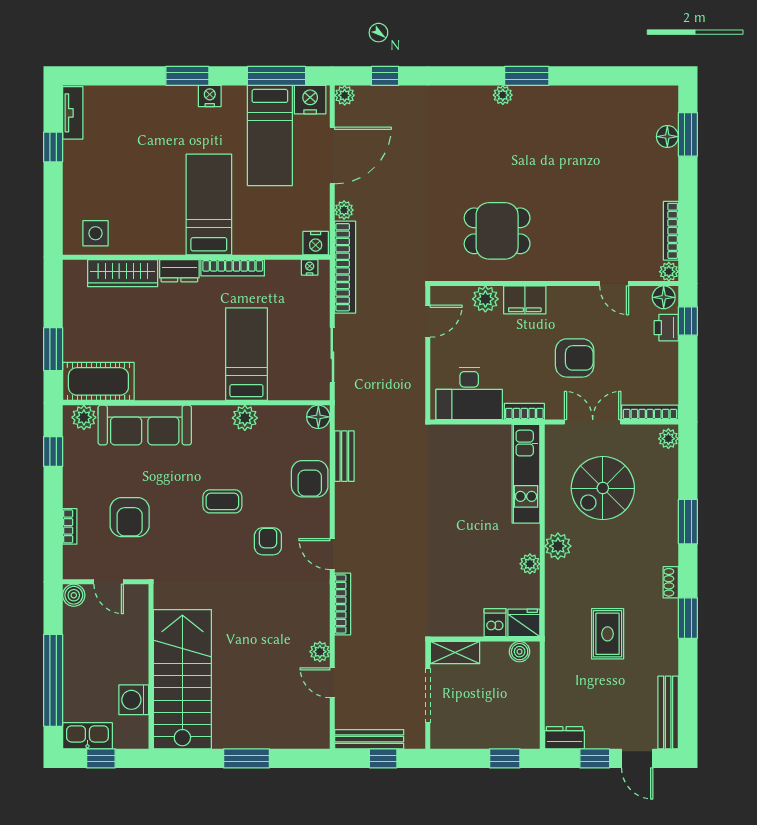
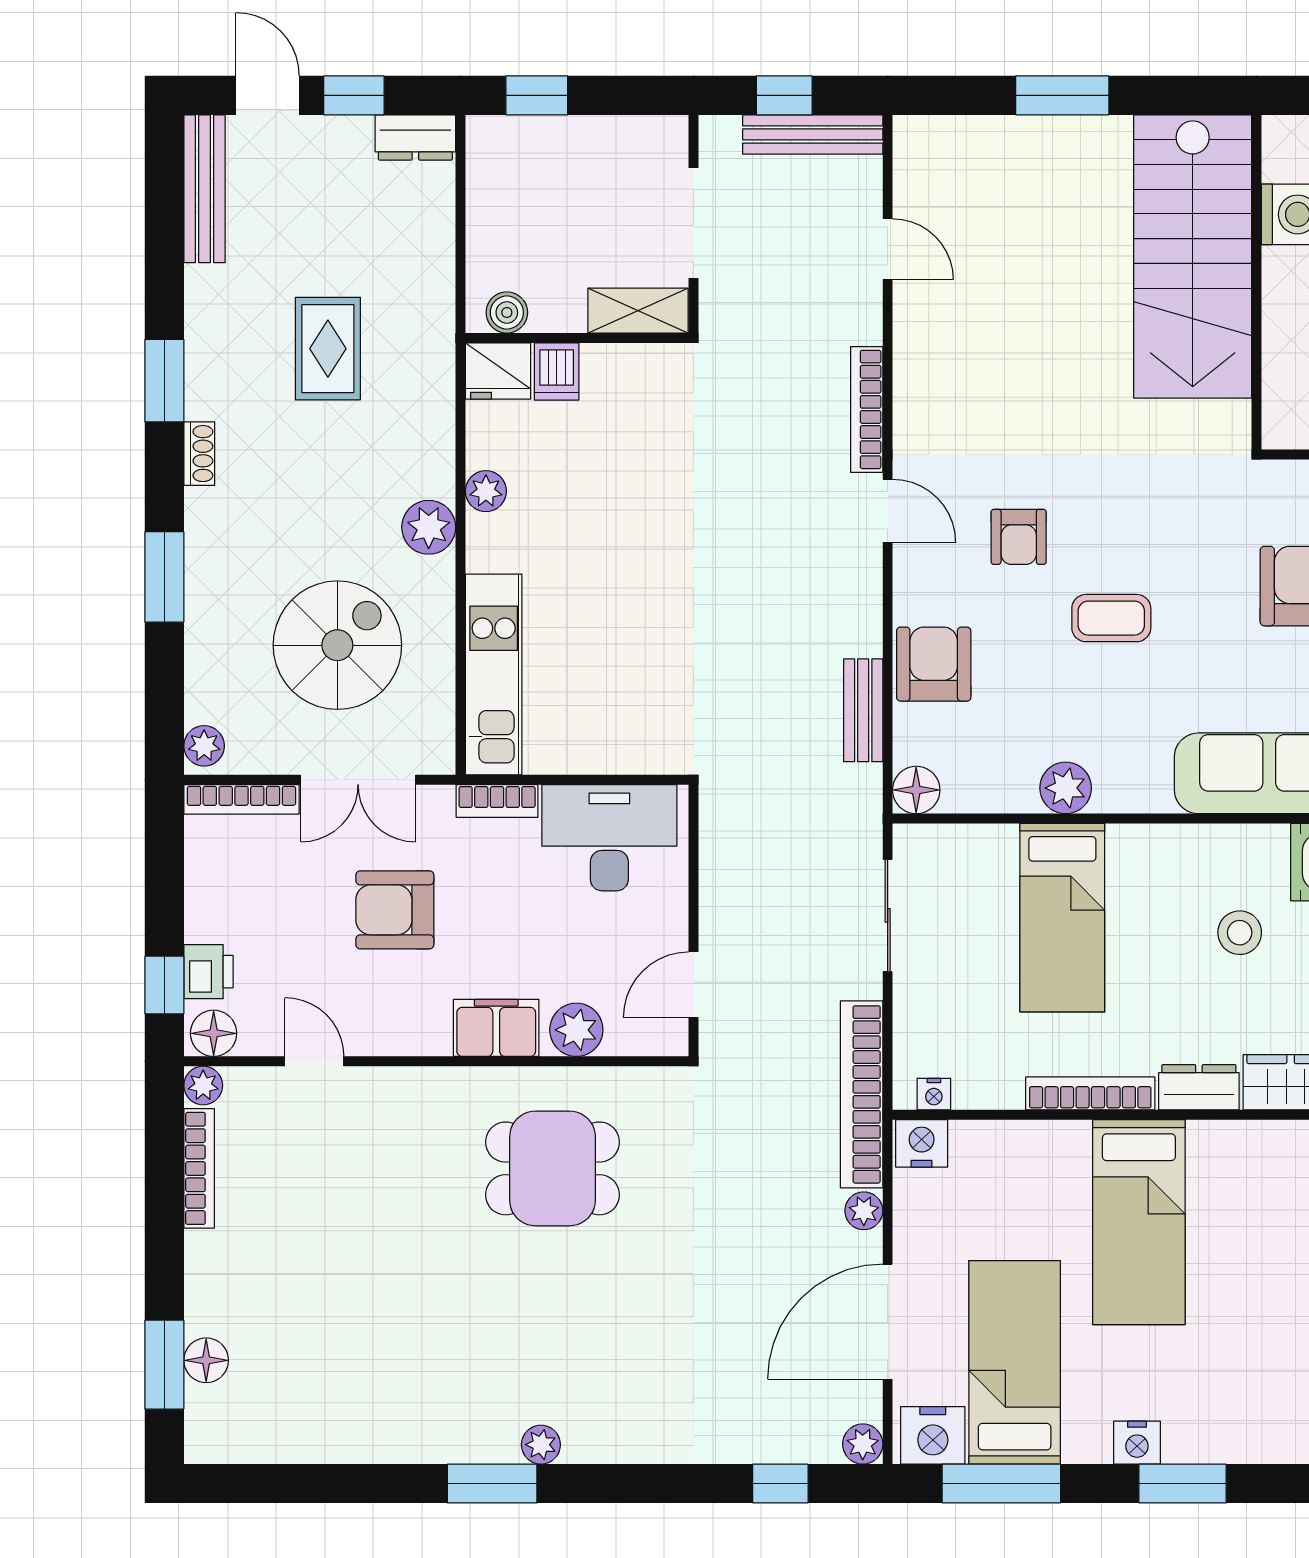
stool: (159, 347) -> (1240, 933), added
plant: (320, 652) -> (913, 312), removed

